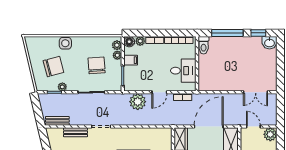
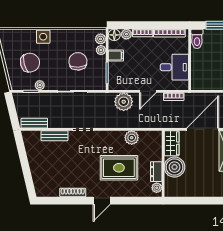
plant: (145, 134) -> (132, 138), added

